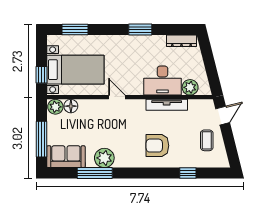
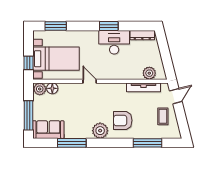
desk: (162, 81) -> (114, 42), moved, turned 180
tv unit: (167, 105) -> (143, 87), moved
plant: (104, 158) -> (100, 131), moved
window: (188, 173) -> (147, 143), width x2.17

